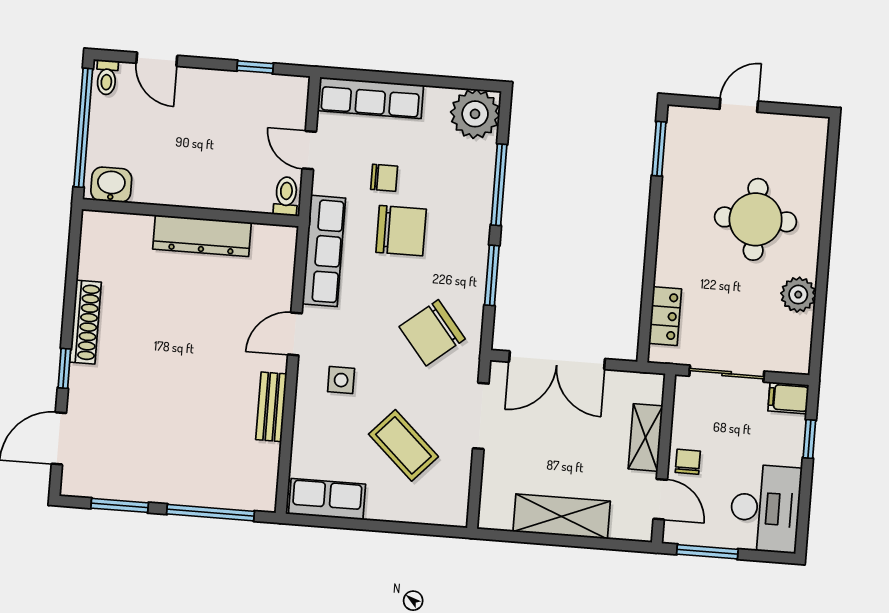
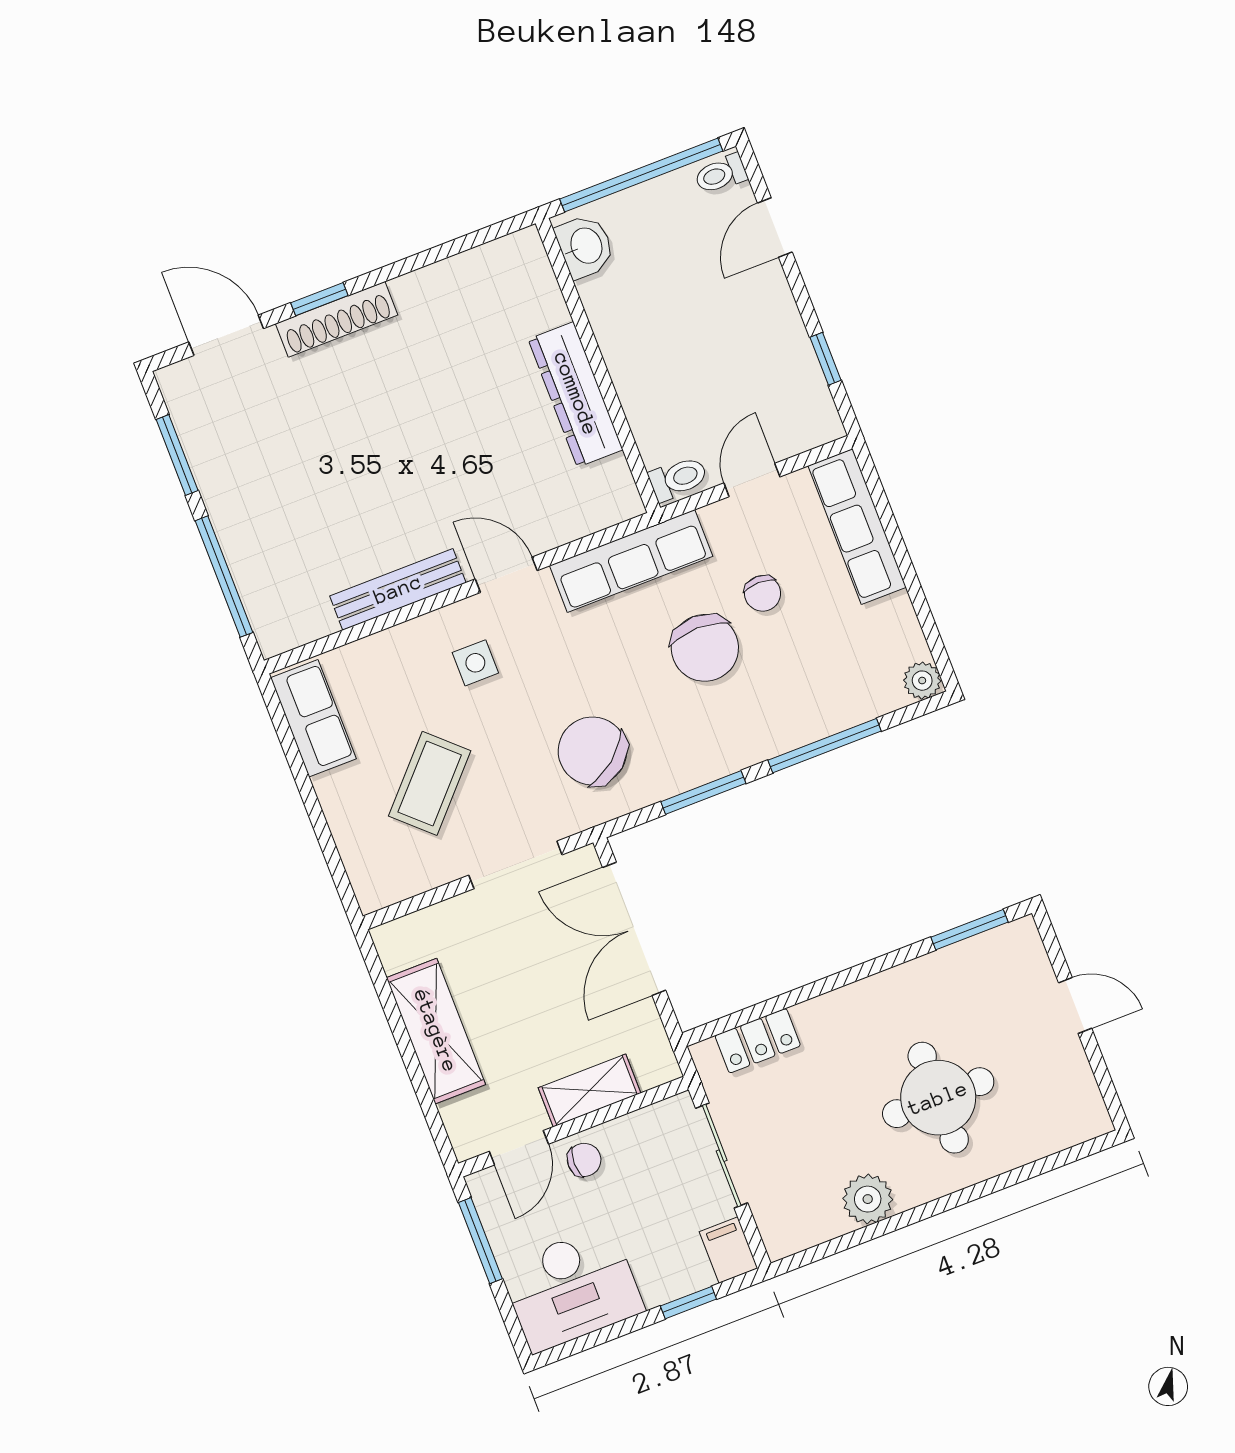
plant: (475, 114) -> (922, 681), width x0.53, depth x0.53
shoe rack: (86, 322) -> (337, 319), moved
bench: (271, 407) -> (398, 589), width x1.36

